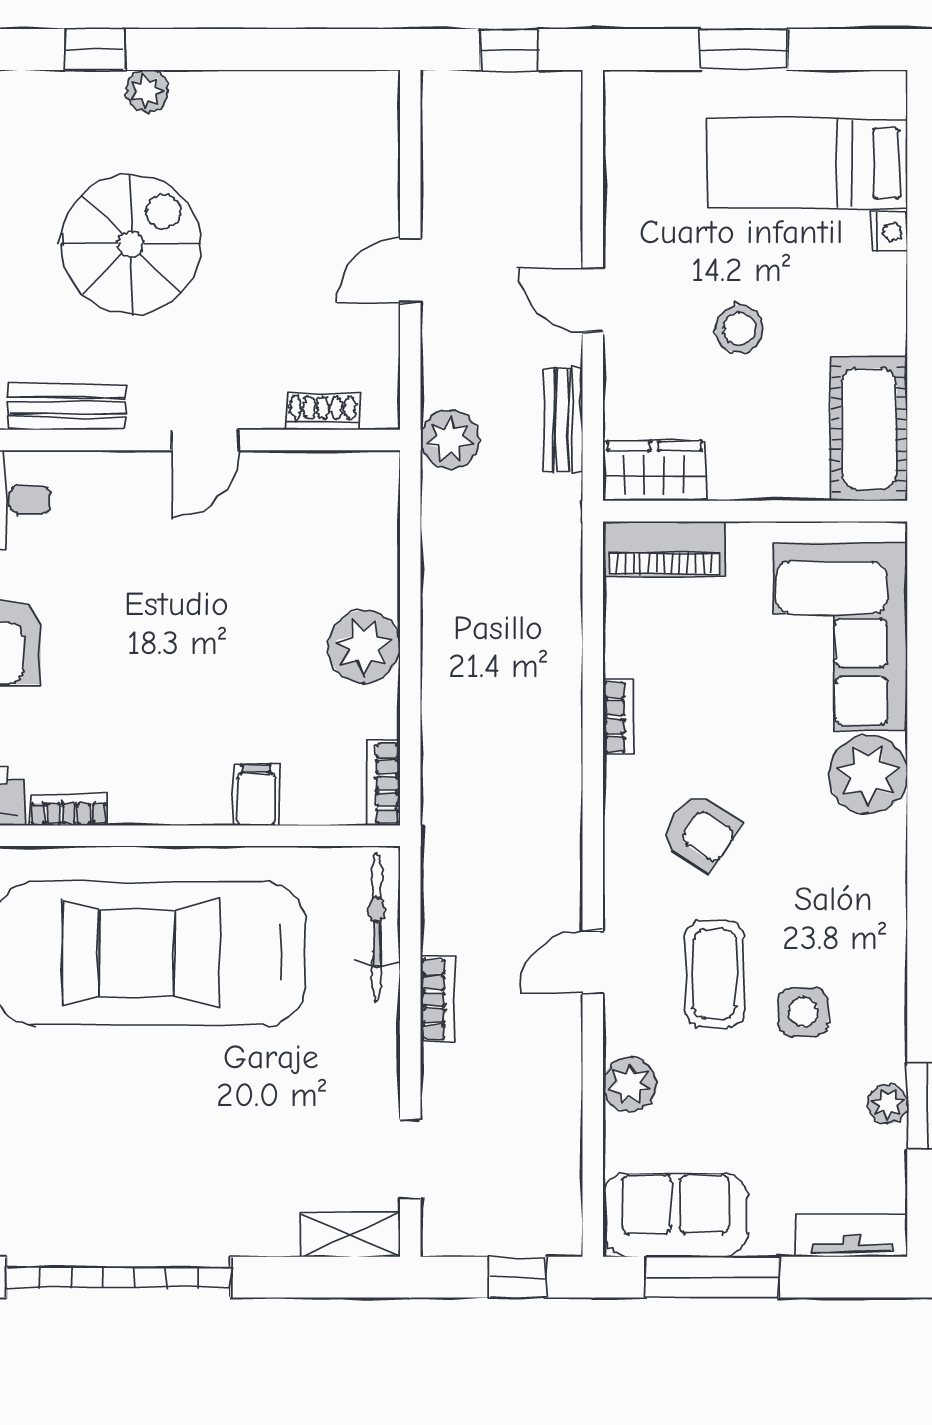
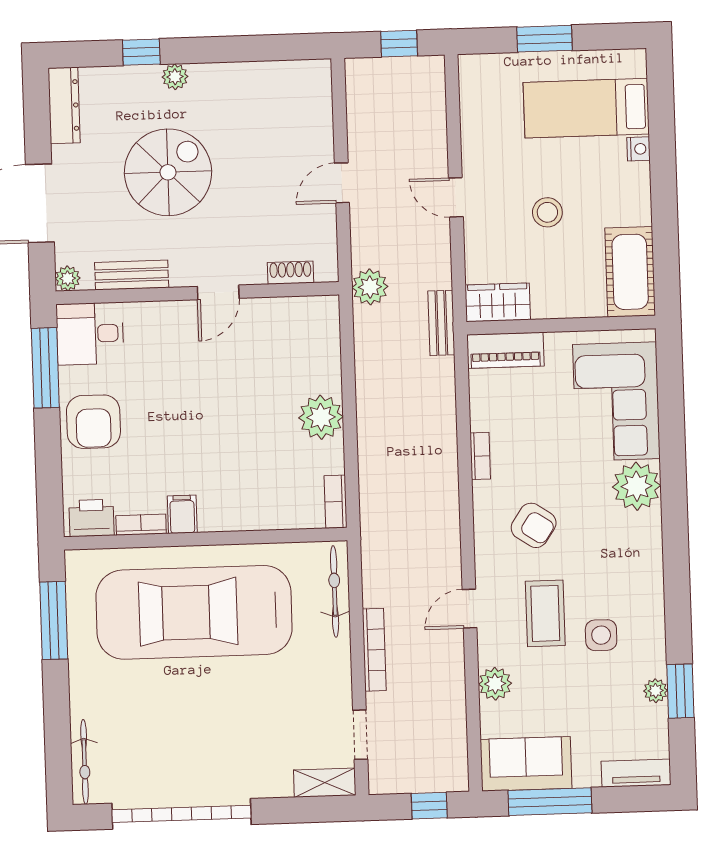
bench: (563, 419) -> (441, 323), moved
filing cabinet: (256, 795) -> (182, 514), moved
bookcase: (437, 999) -> (374, 650), width x1.56

